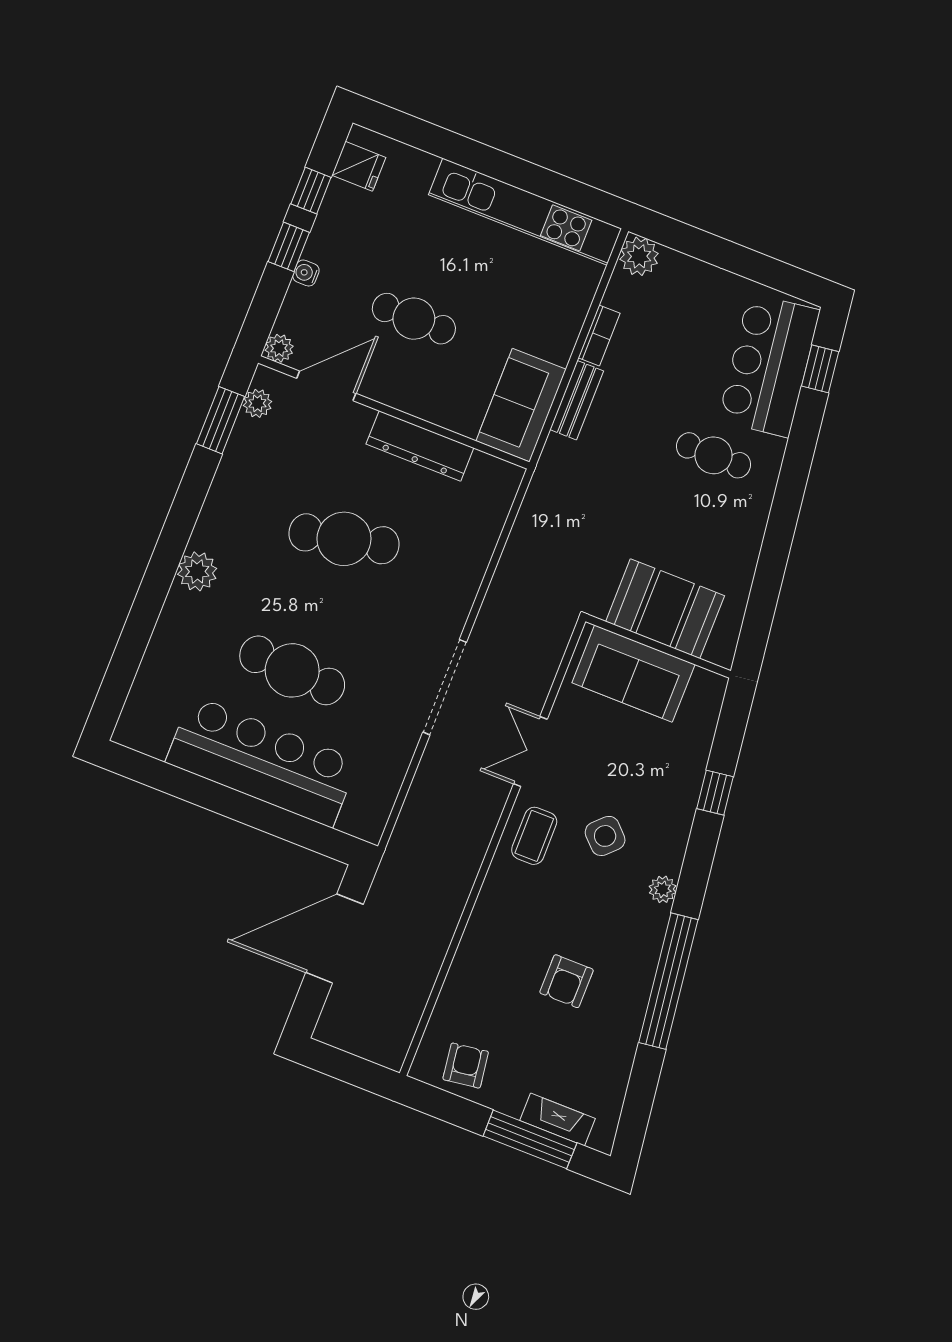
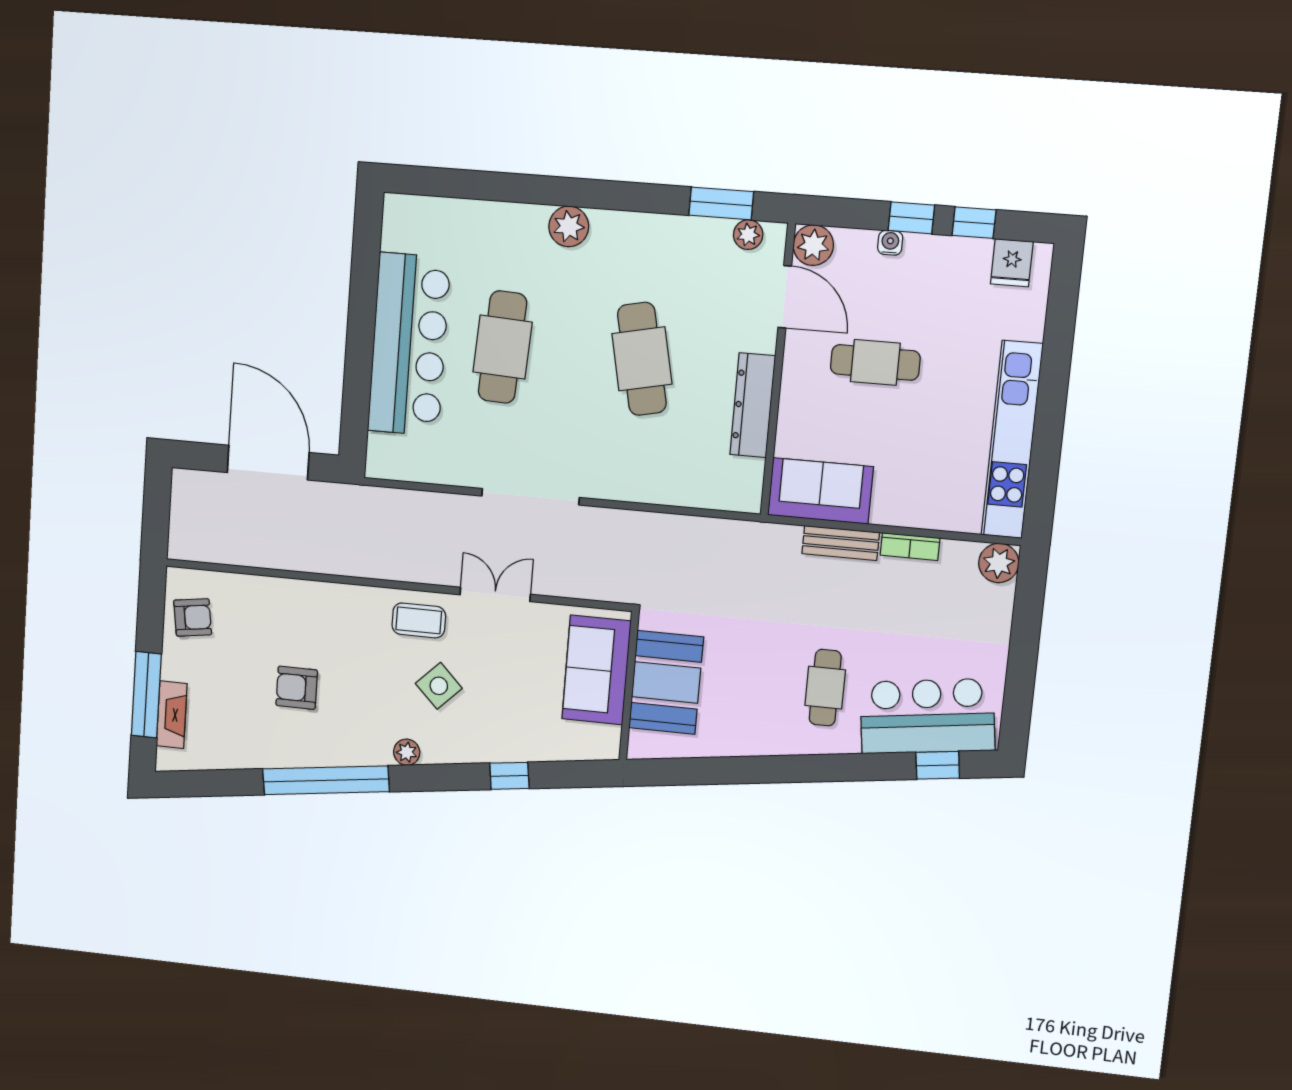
cafe table: (414, 319) -> (875, 362), turned 90
plant: (279, 348) -> (813, 245), width x1.38, depth x1.38

